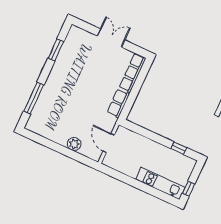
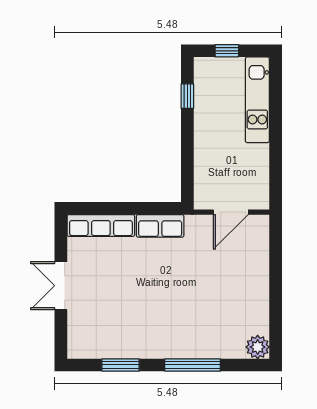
window: (34, 98) -> (193, 365), moved
plant: (74, 144) -> (258, 347), moved
window: (188, 189) -> (227, 51), moved

